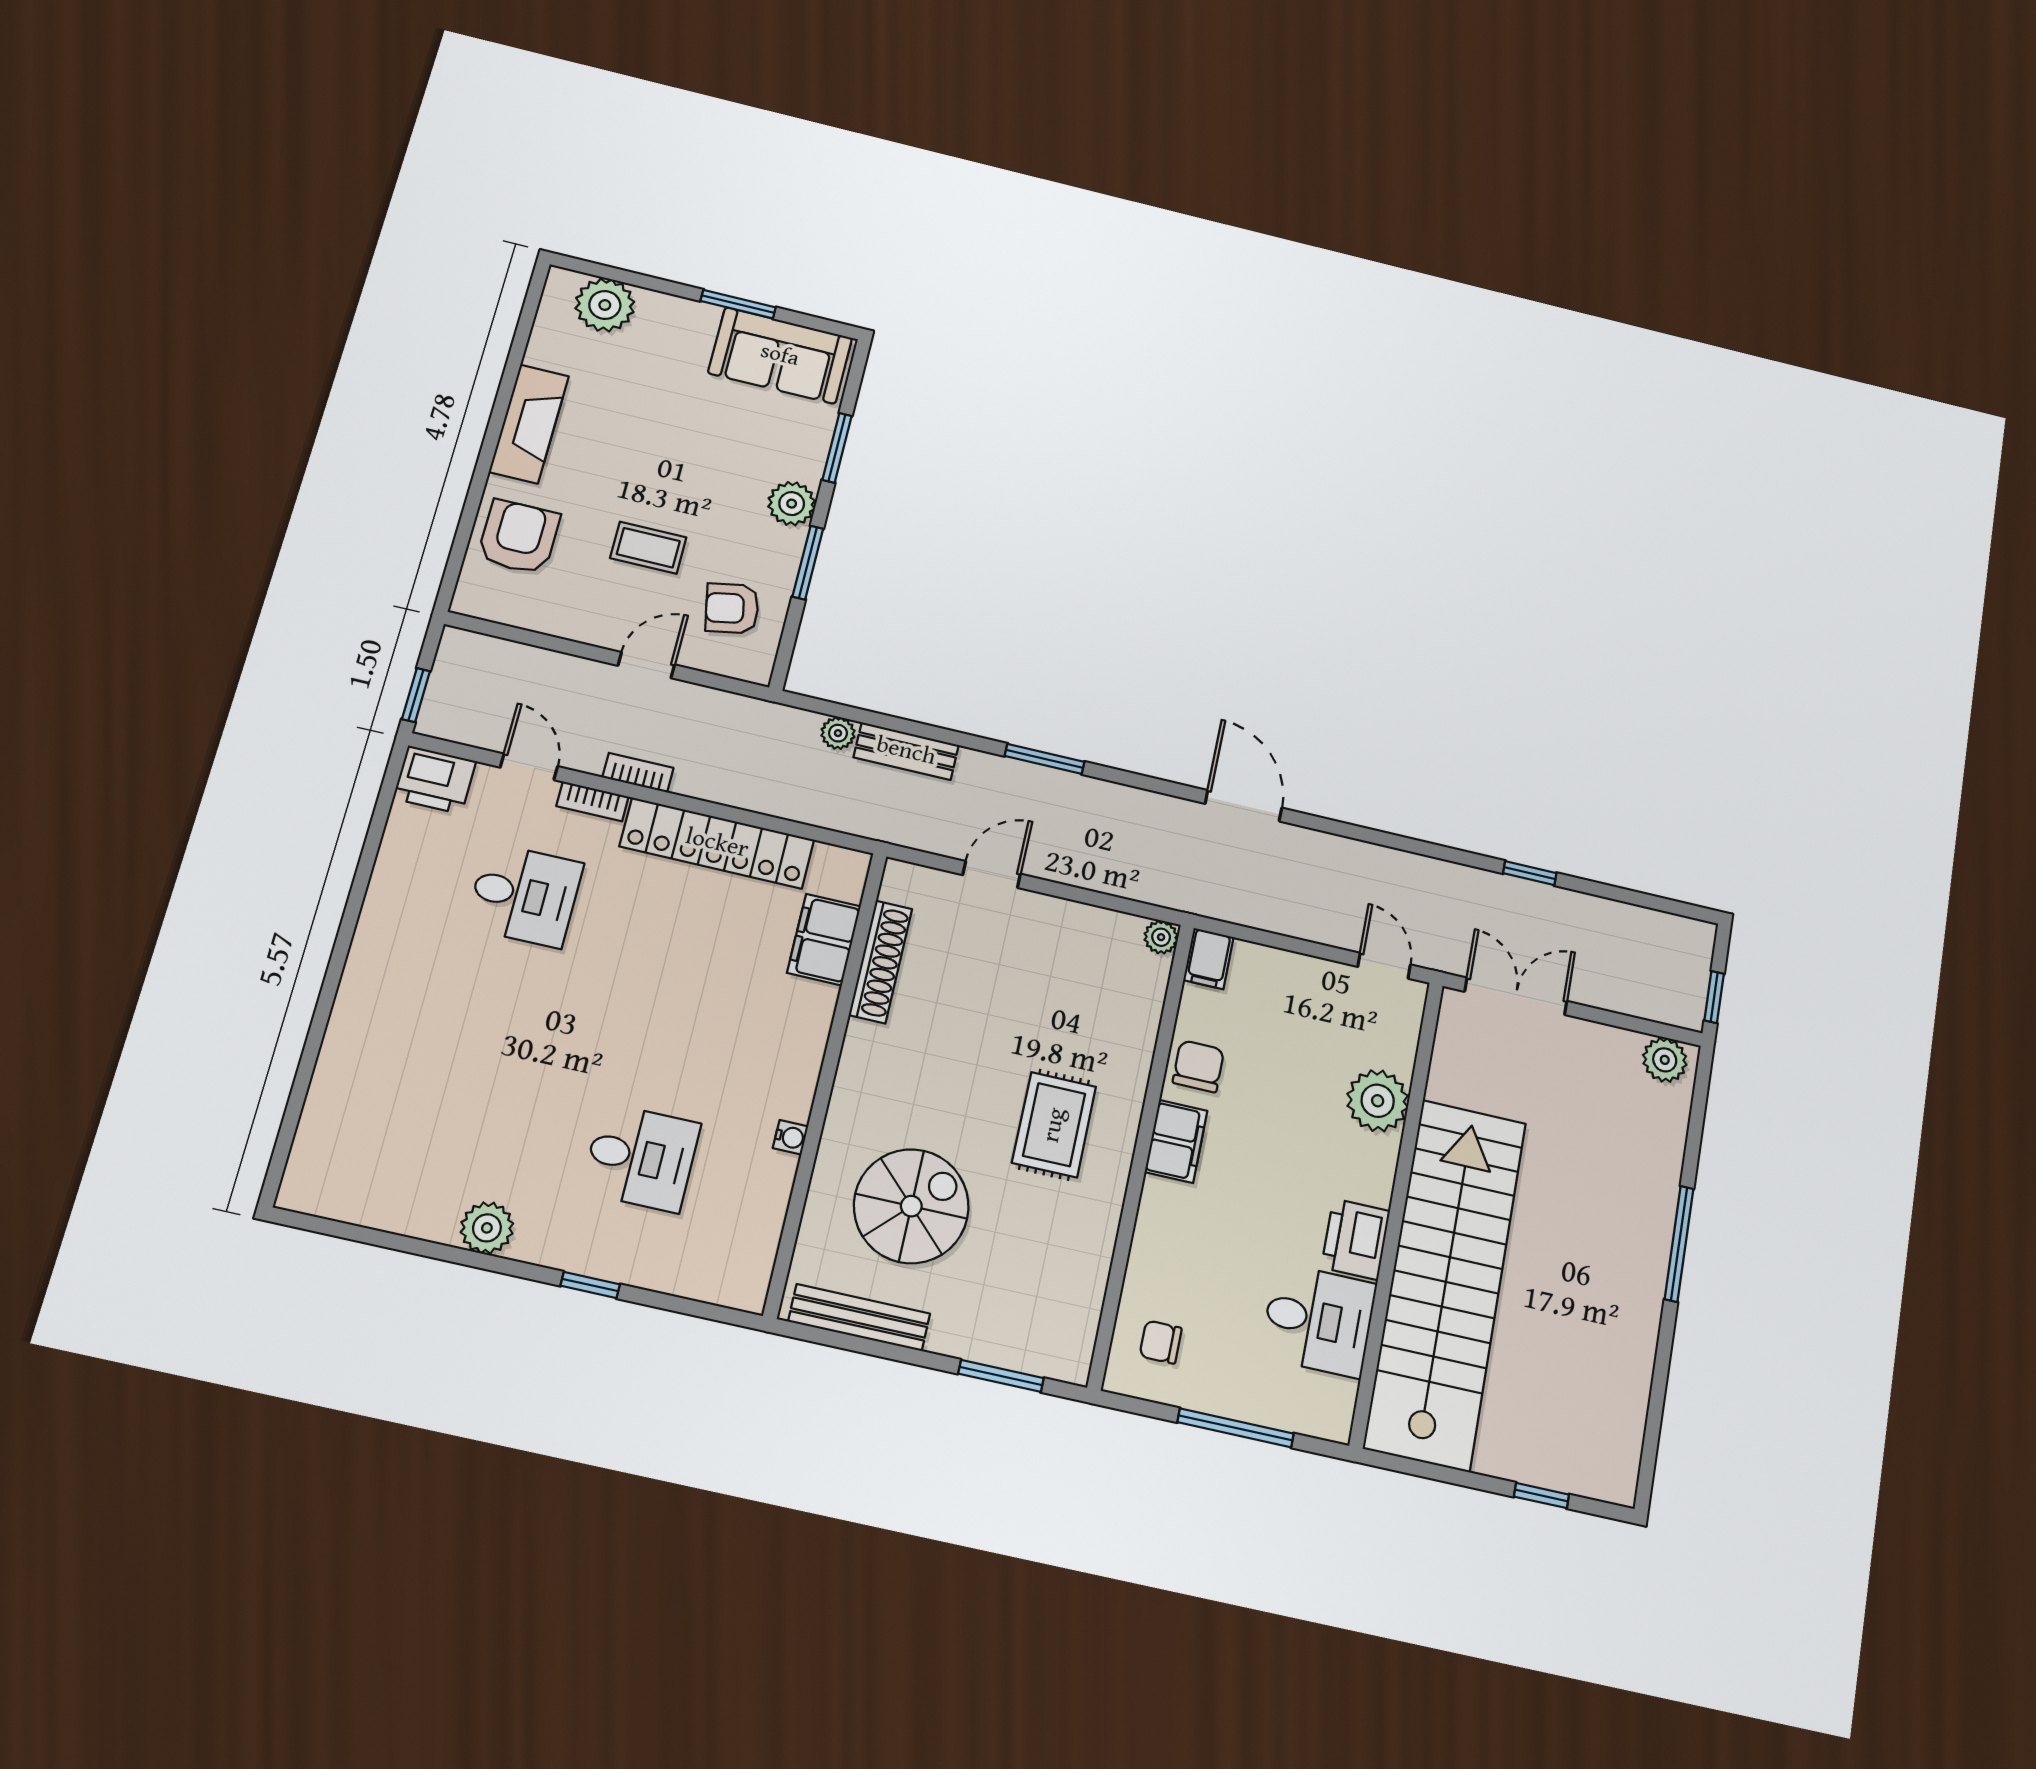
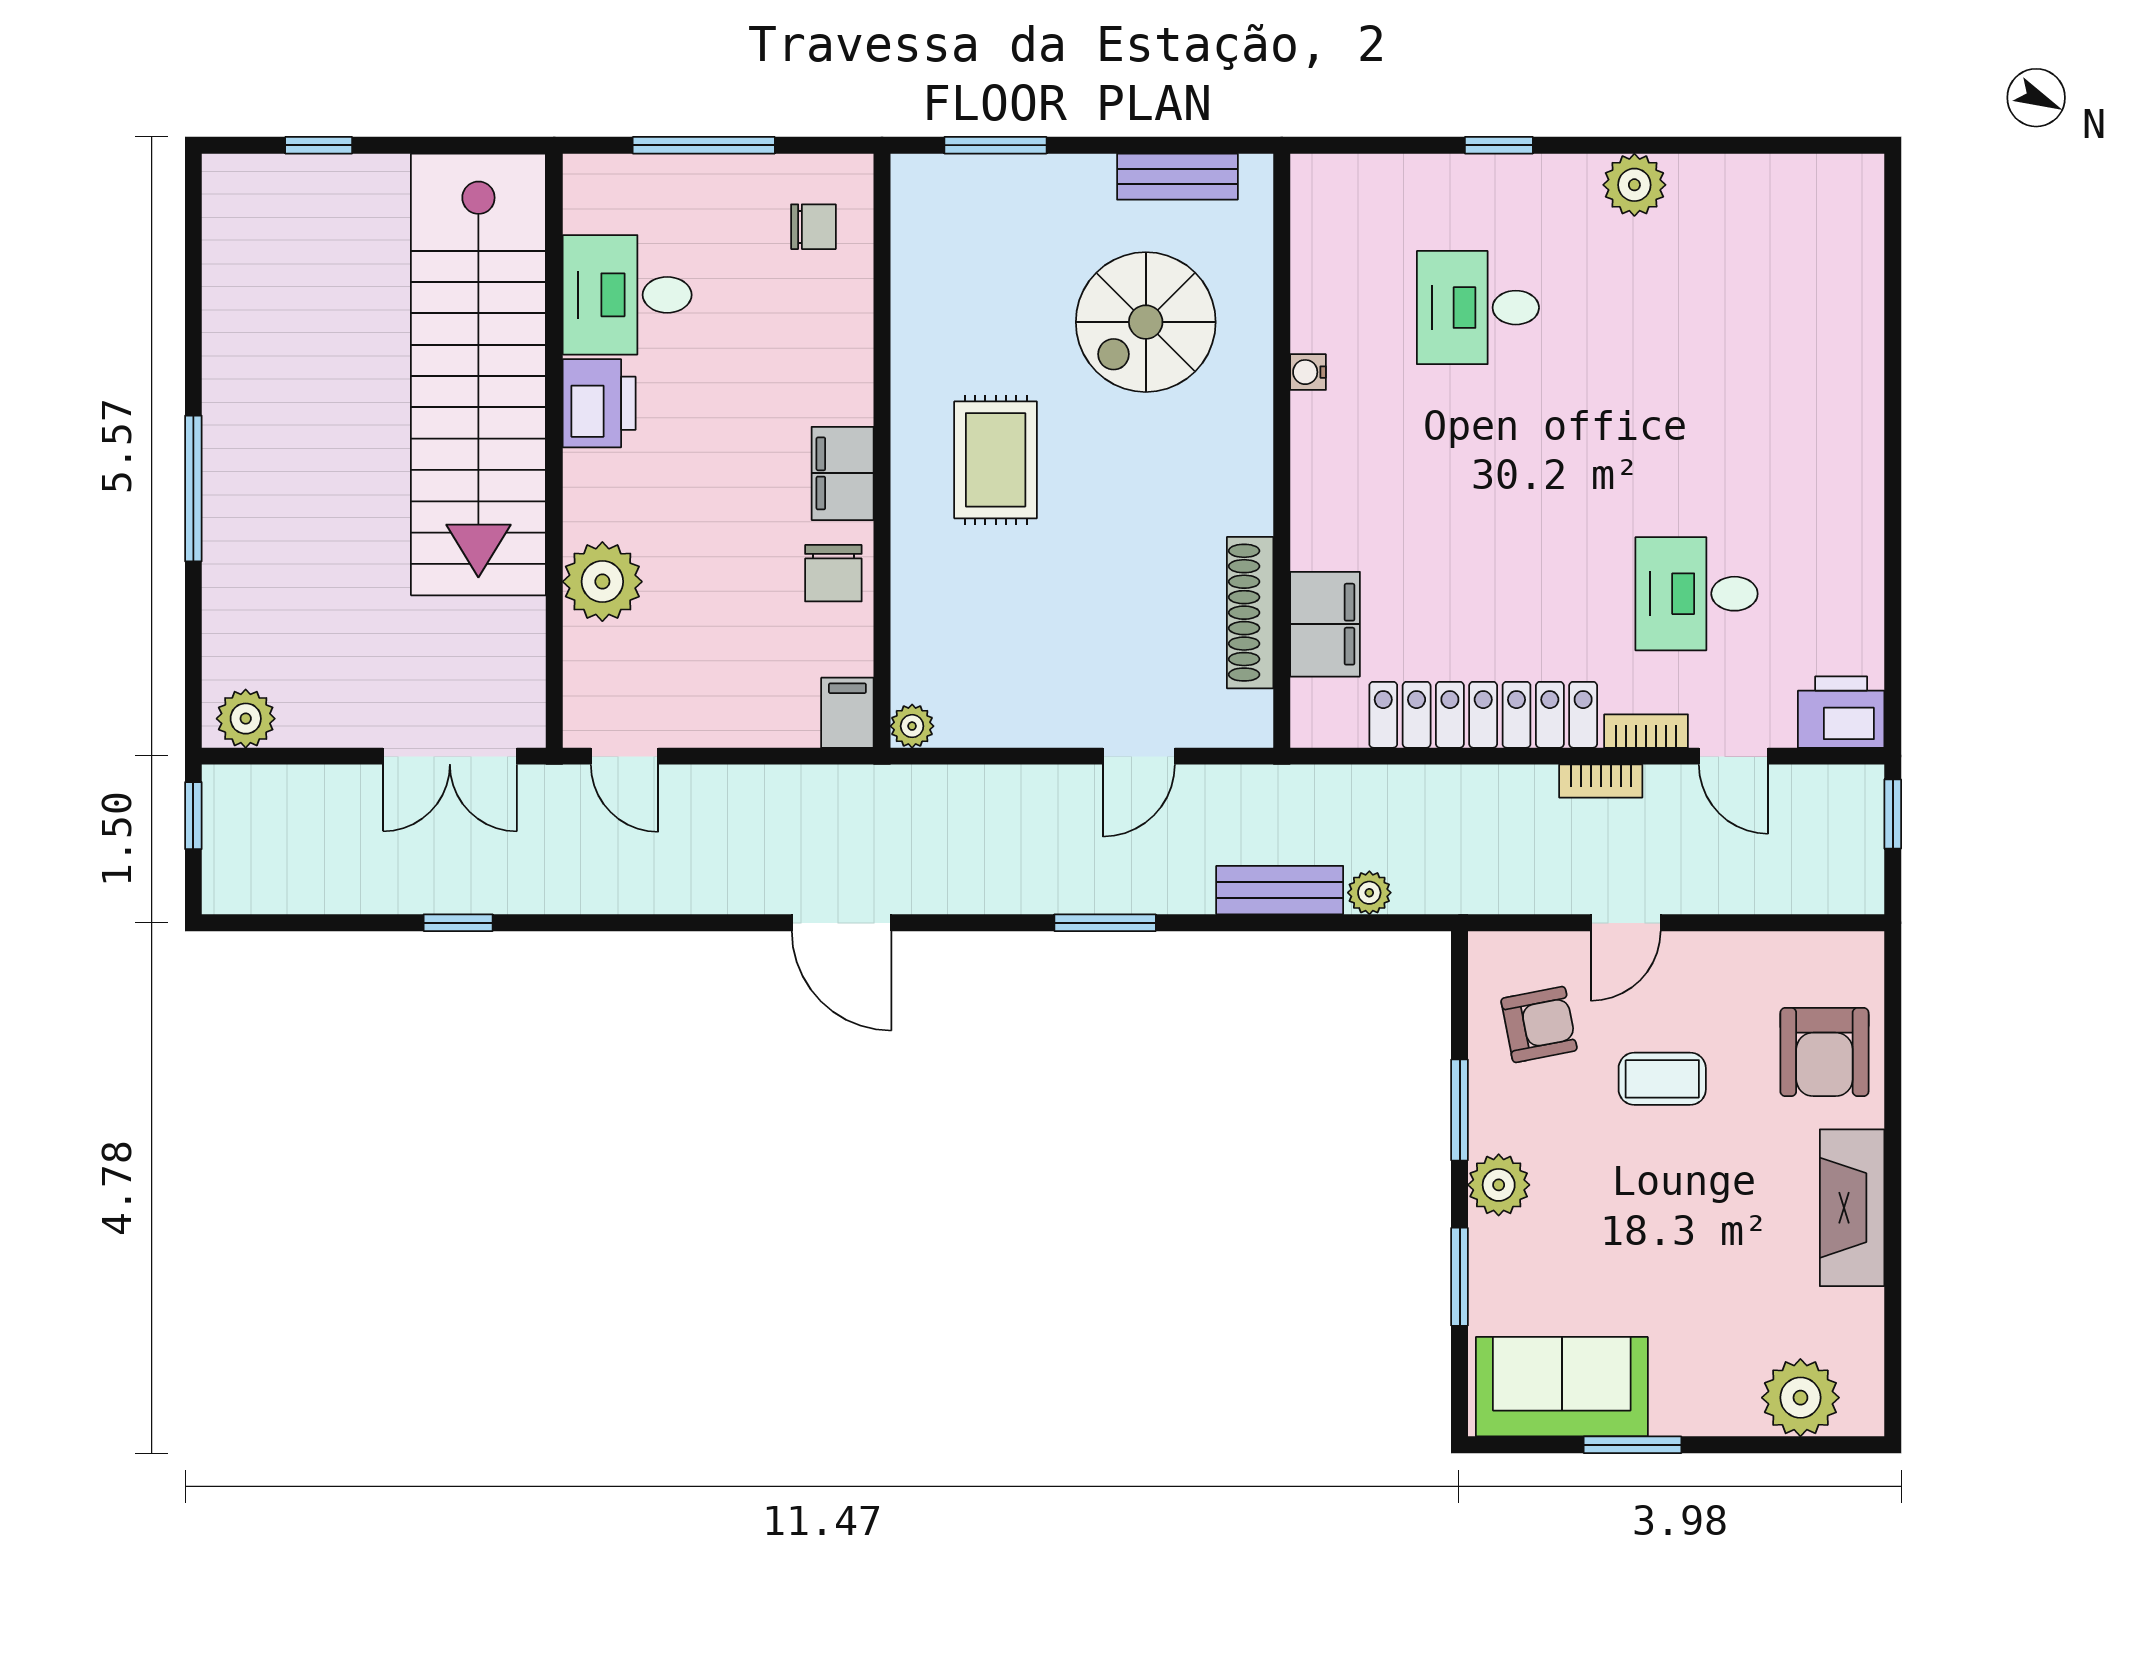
bench: (859, 1318) -> (1177, 177), width x0.73

